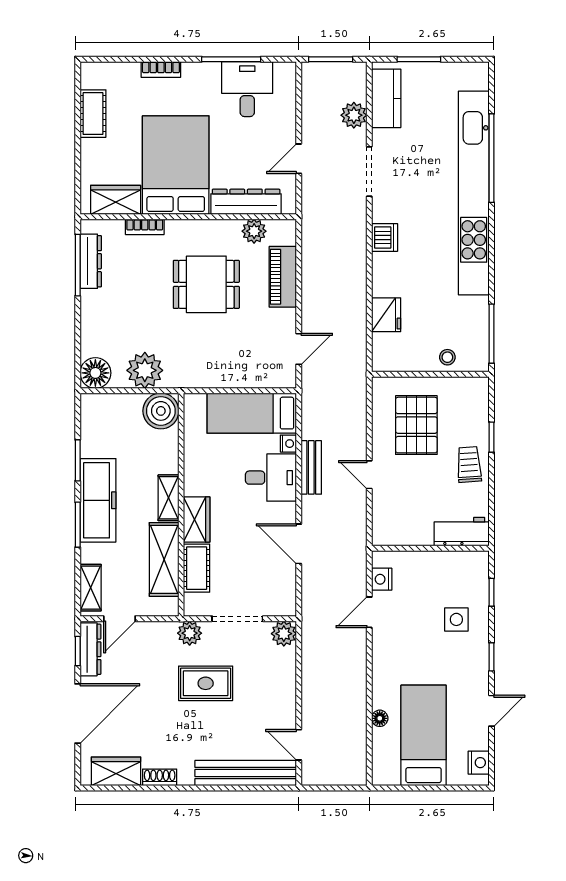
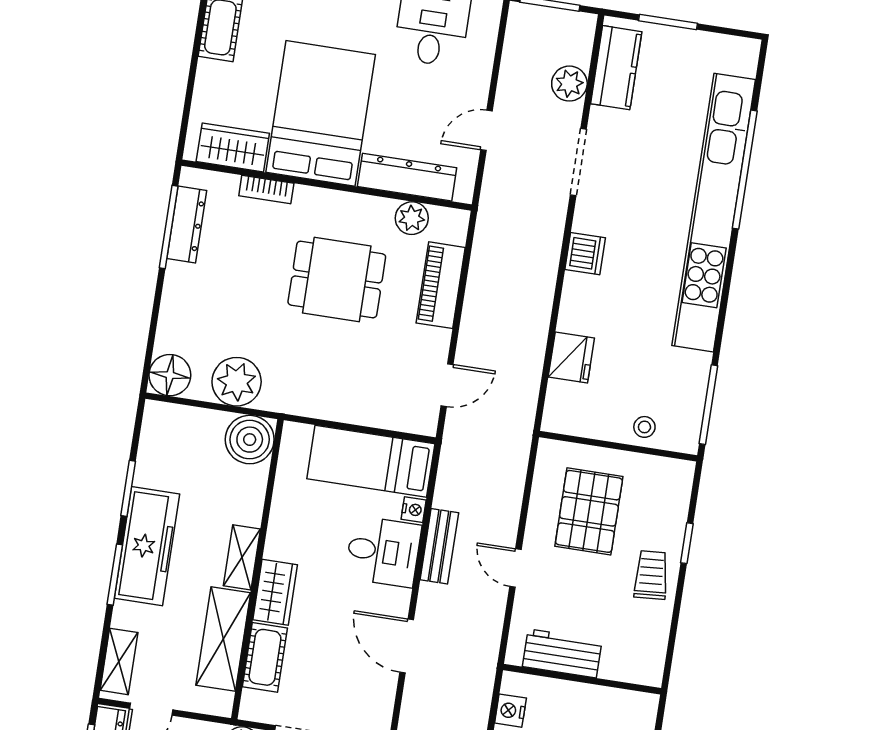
workbench: (462, 532) -> (562, 653), moved

